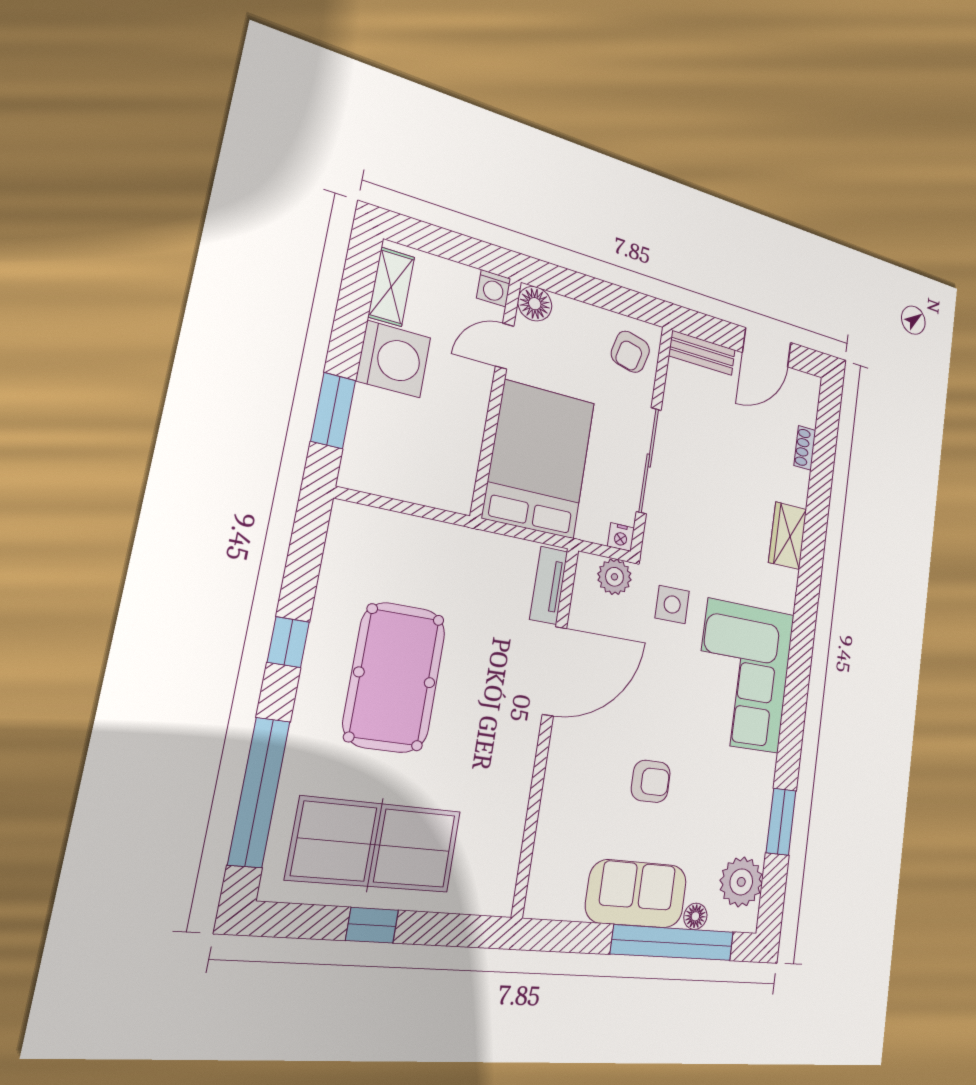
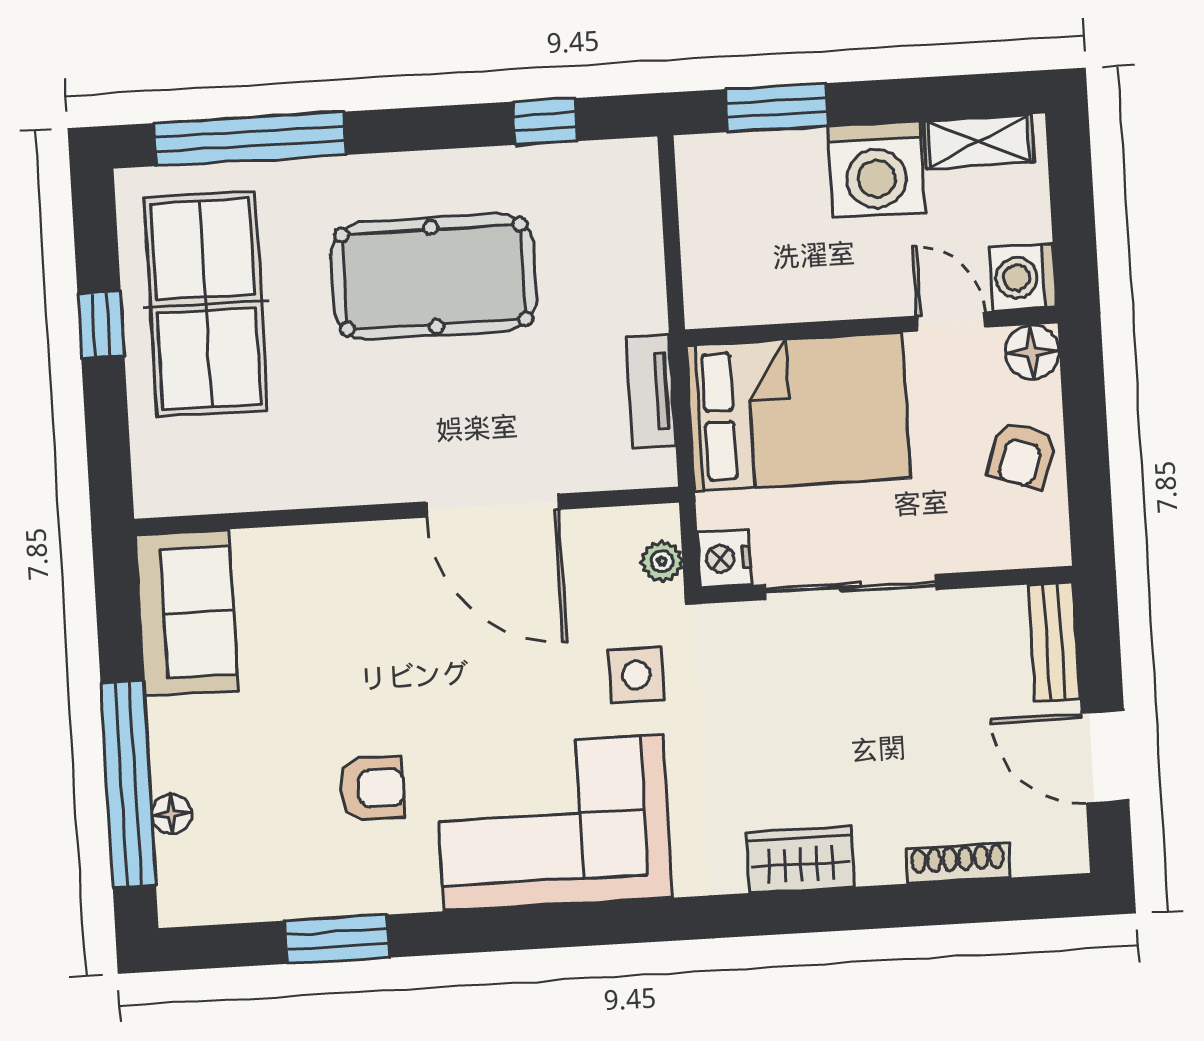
washing machine: (494, 288) -> (1023, 277), width x1.38, depth x1.38
armchair: (630, 352) -> (1022, 455), moved, turned -86
shoe rack: (805, 448) -> (958, 863), width x1.43
nightstand: (621, 537) -> (724, 559), width x1.39, depth x1.35
plant: (614, 577) -> (662, 561), width x0.73, depth x0.73
tv unit: (549, 585) -> (651, 391), moved, turned -90
window: (288, 642) -> (545, 121), moved
armchair: (651, 781) -> (372, 788), moved, turned -90
plant: (741, 882) -> (233, 885), removed
sofa: (637, 894) -> (187, 613), moved

